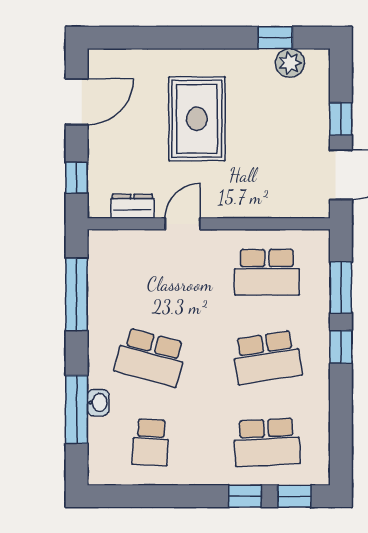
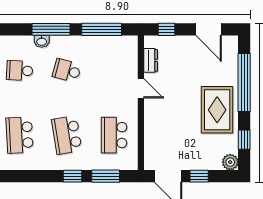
window: (172, 38) -> (244, 83), added
plant: (290, 63) -> (230, 162), moved
rug: (197, 119) -> (217, 110), moved, turned 90
school desk: (151, 357) -> (67, 71), width x0.54
window: (77, 409) -> (51, 29), moved

